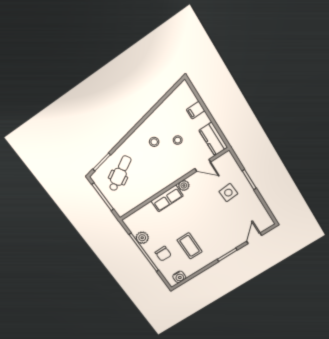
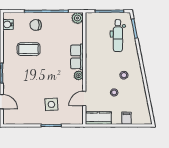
dental chair: (120, 174) -> (118, 36), turned 30
plant: (142, 238) -> (77, 18), moved

